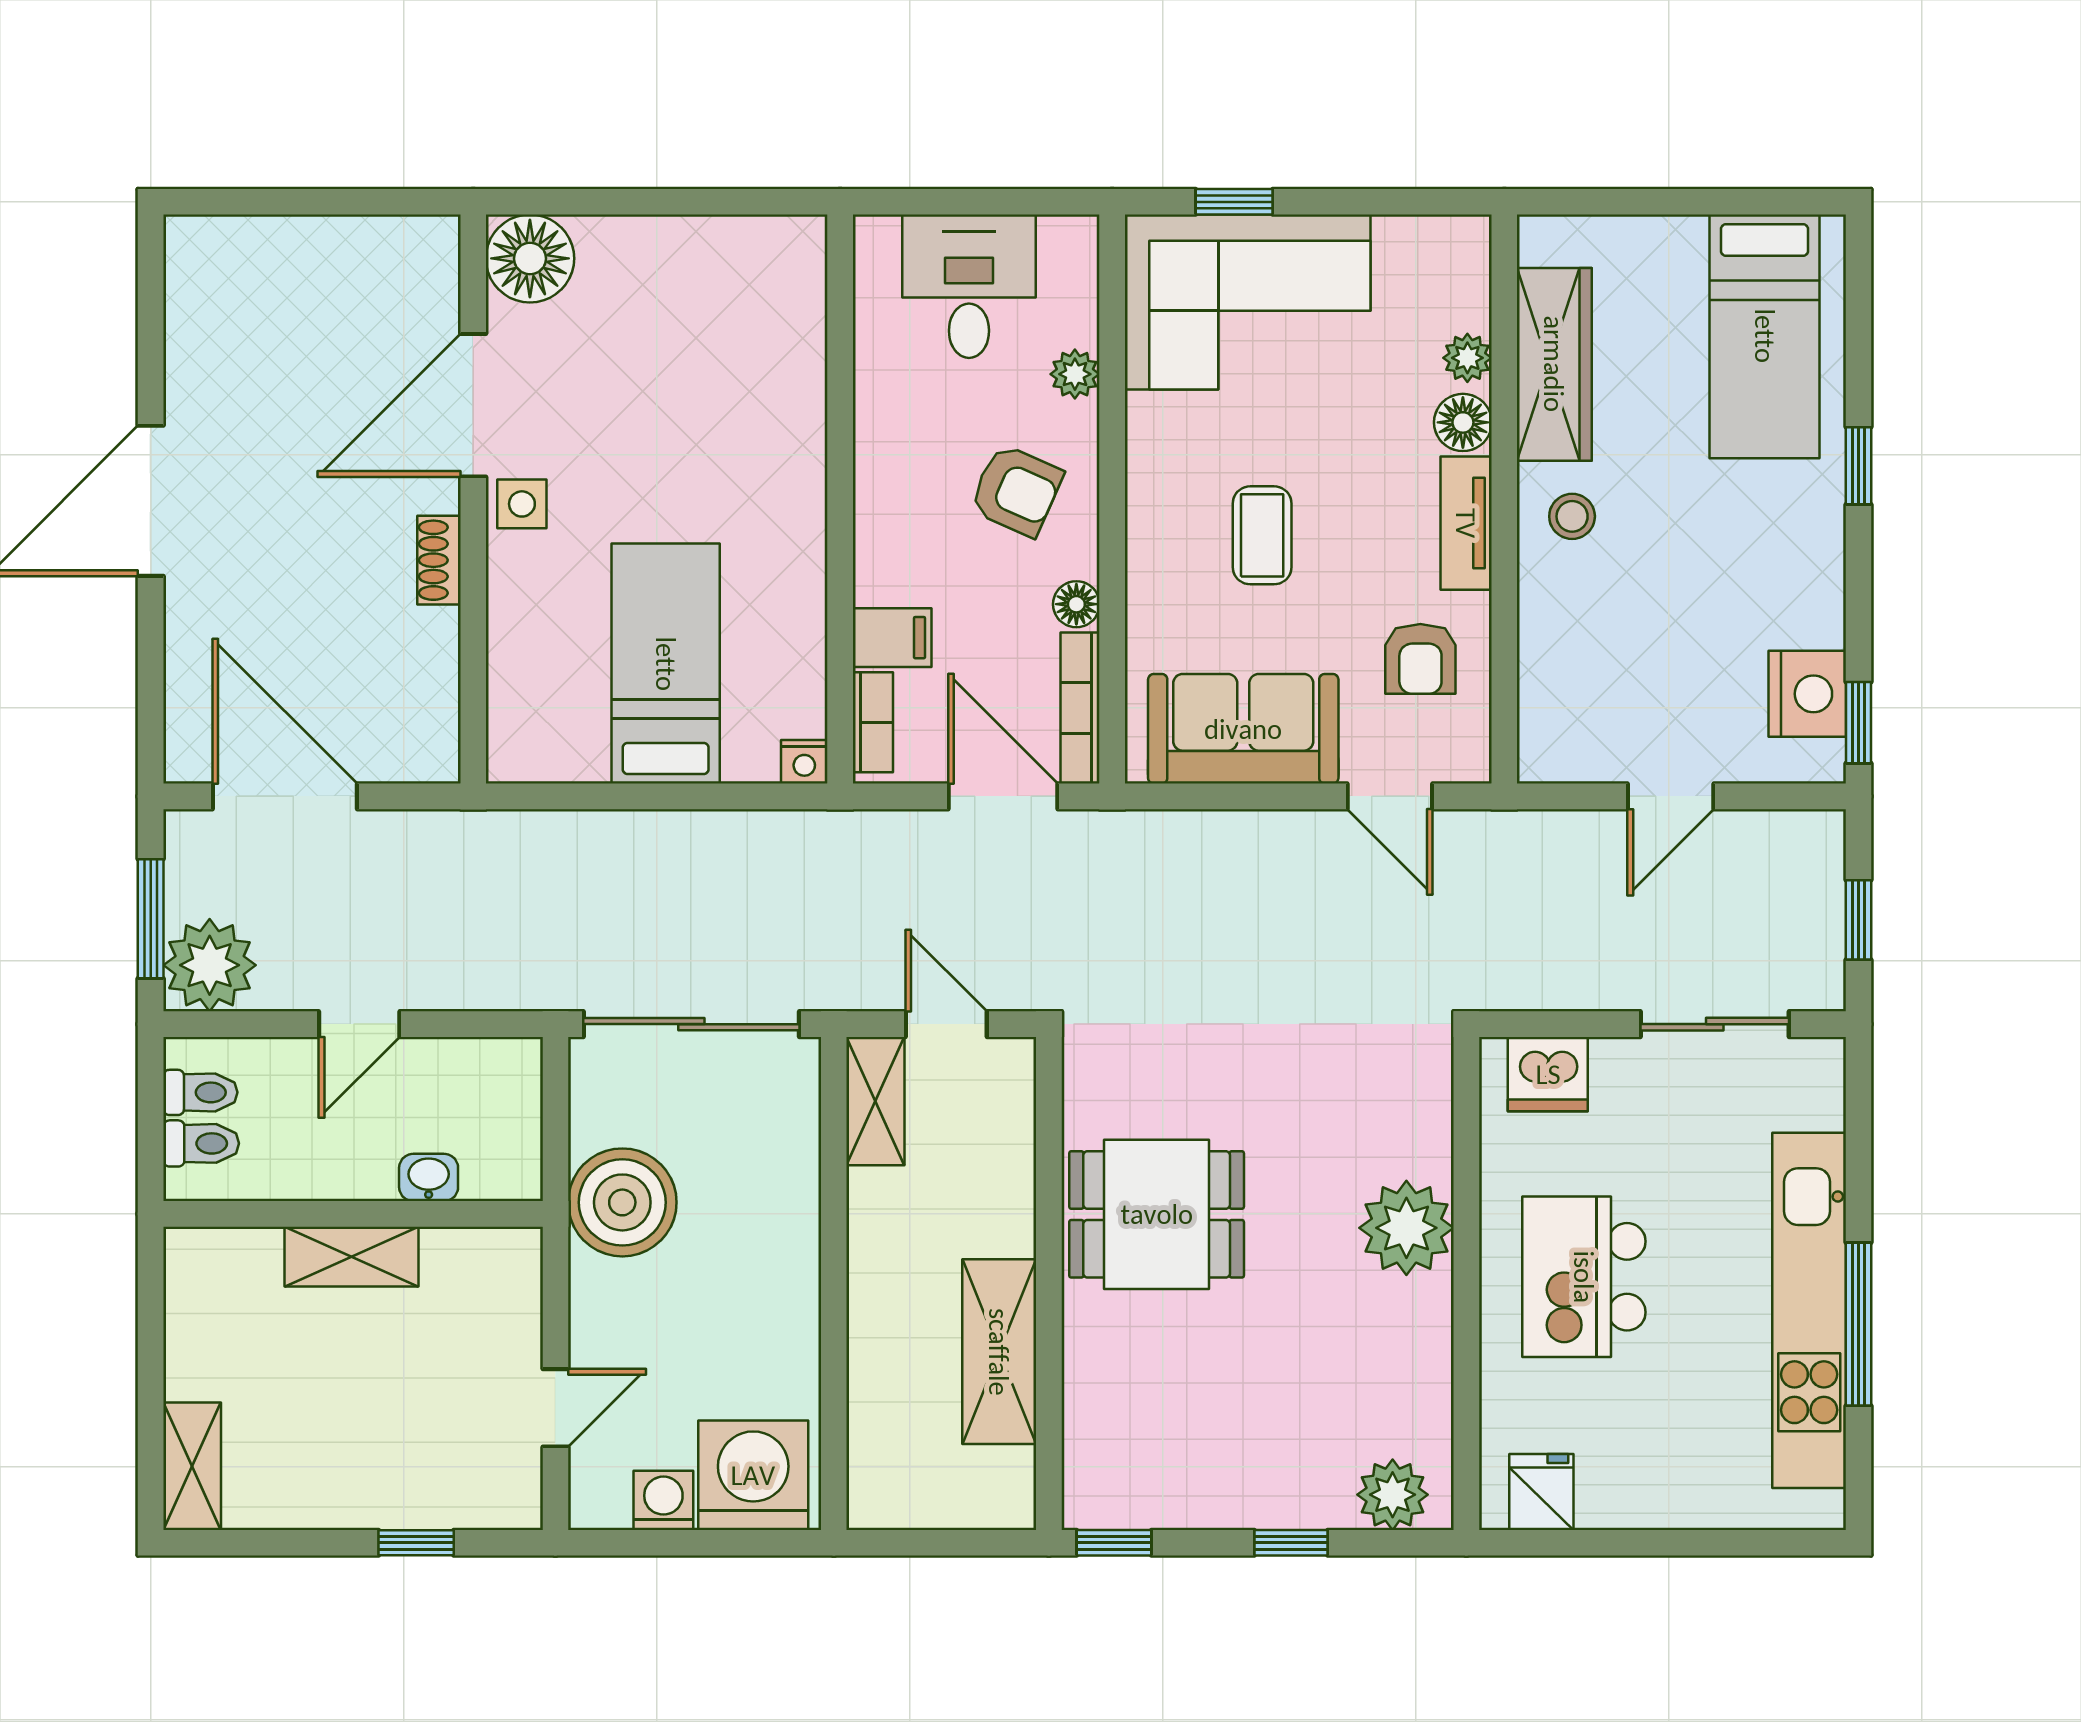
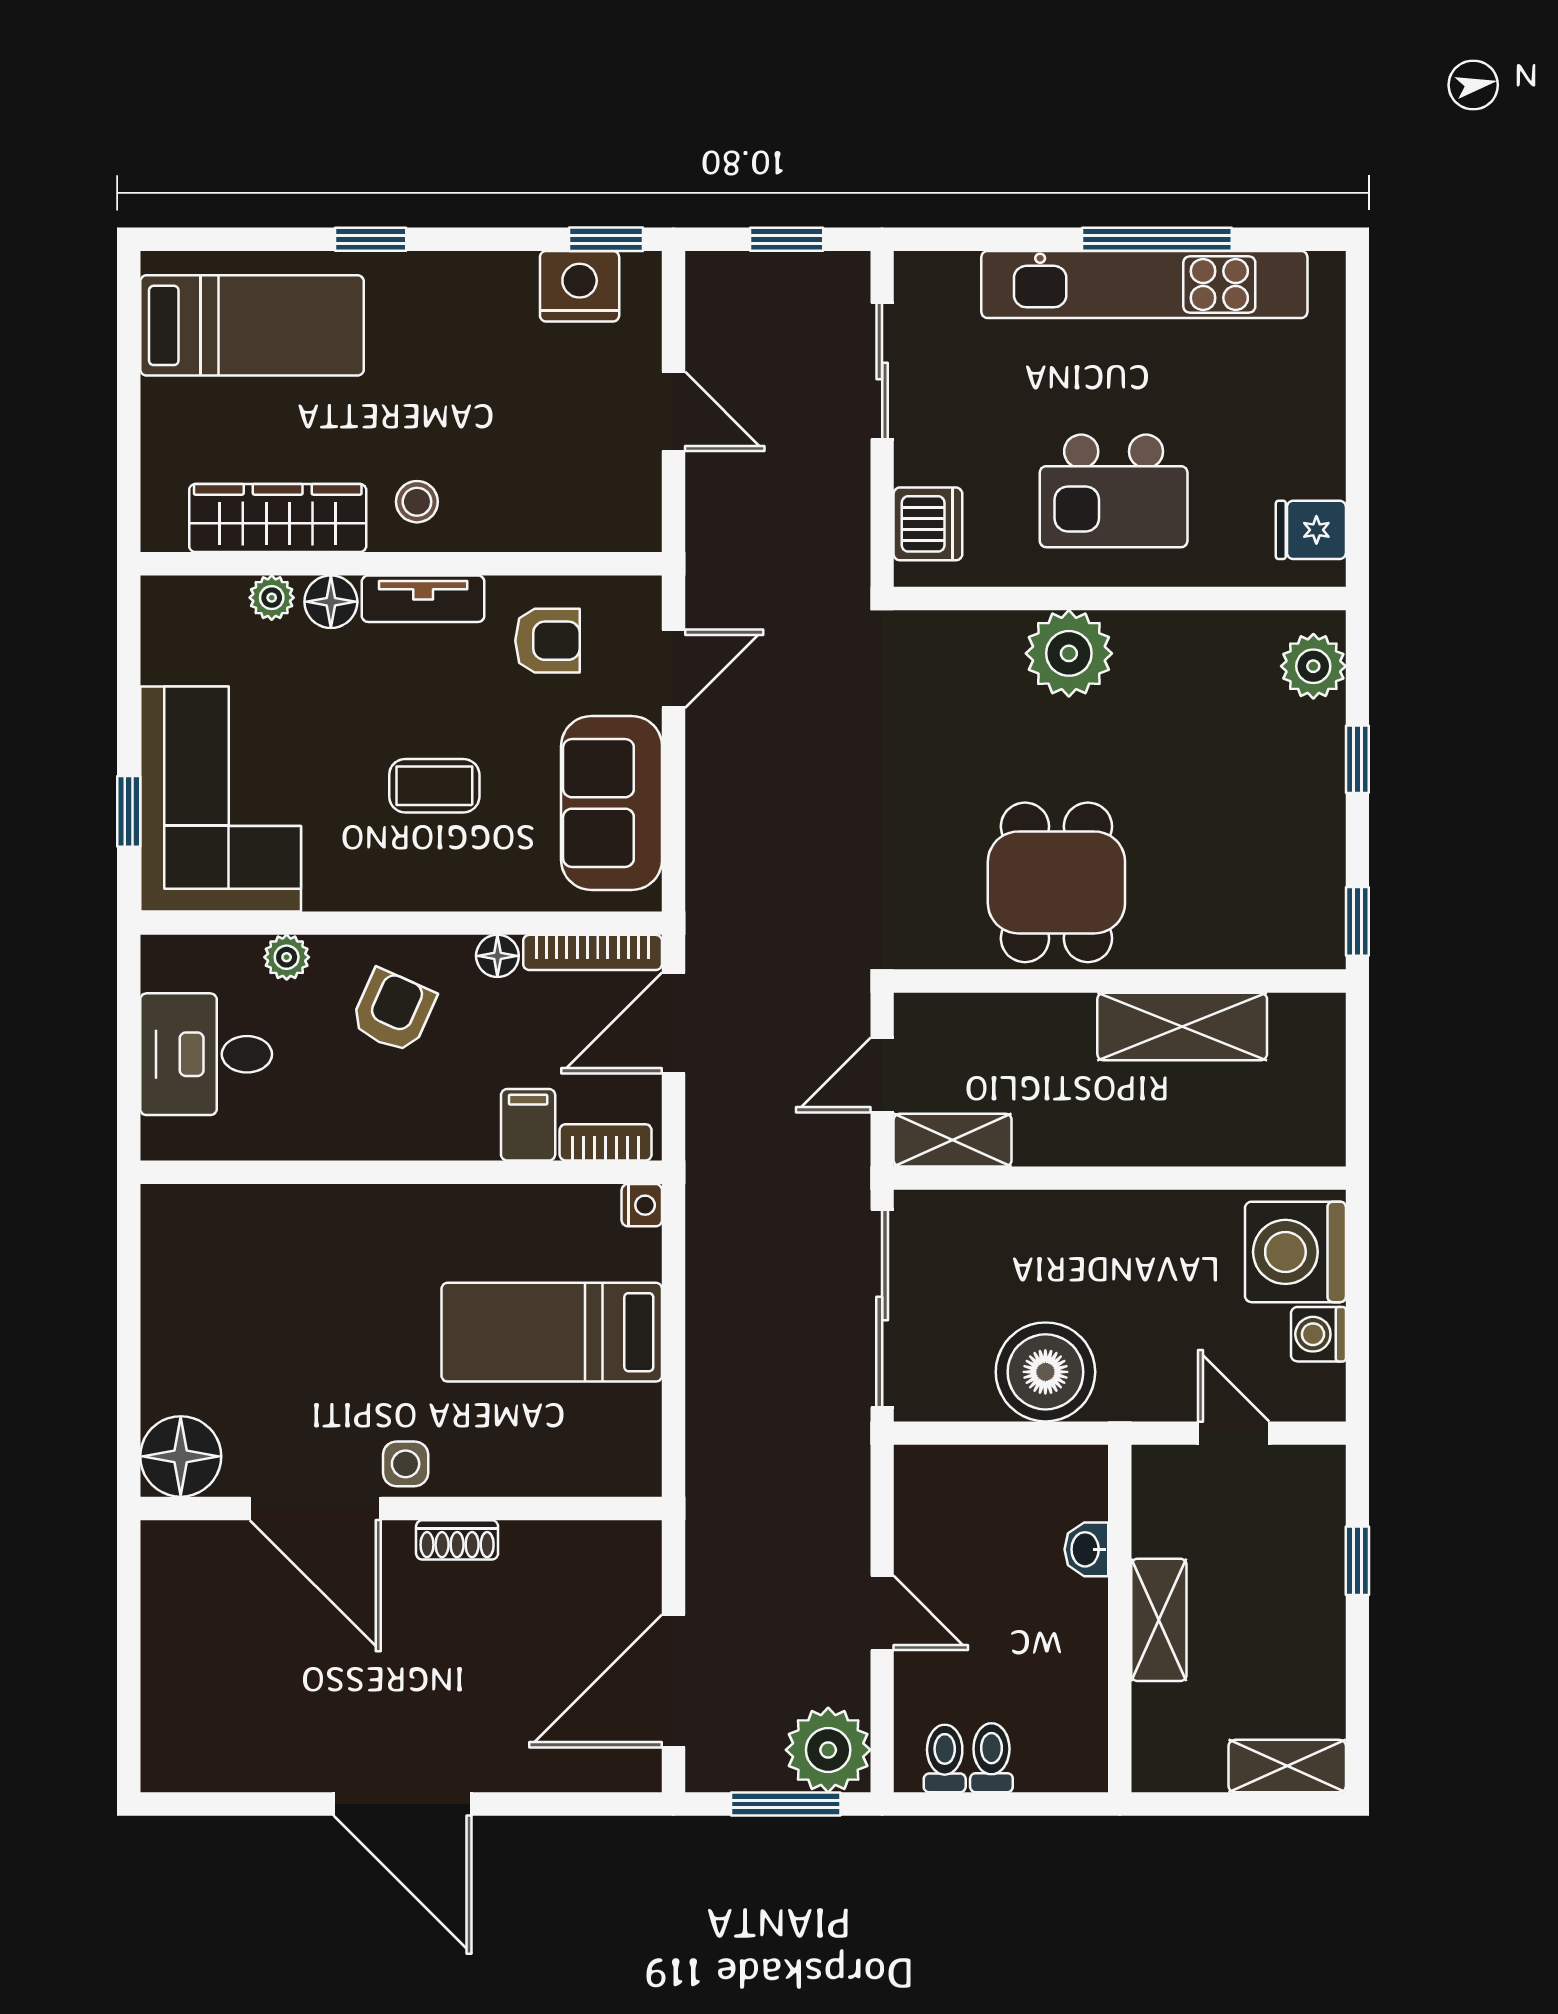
washbasin: (429, 1177) -> (1086, 1549), moved
wall: (353, 1214) -> (1120, 1619), moved
shelving: (352, 1257) -> (1159, 1620), moved

